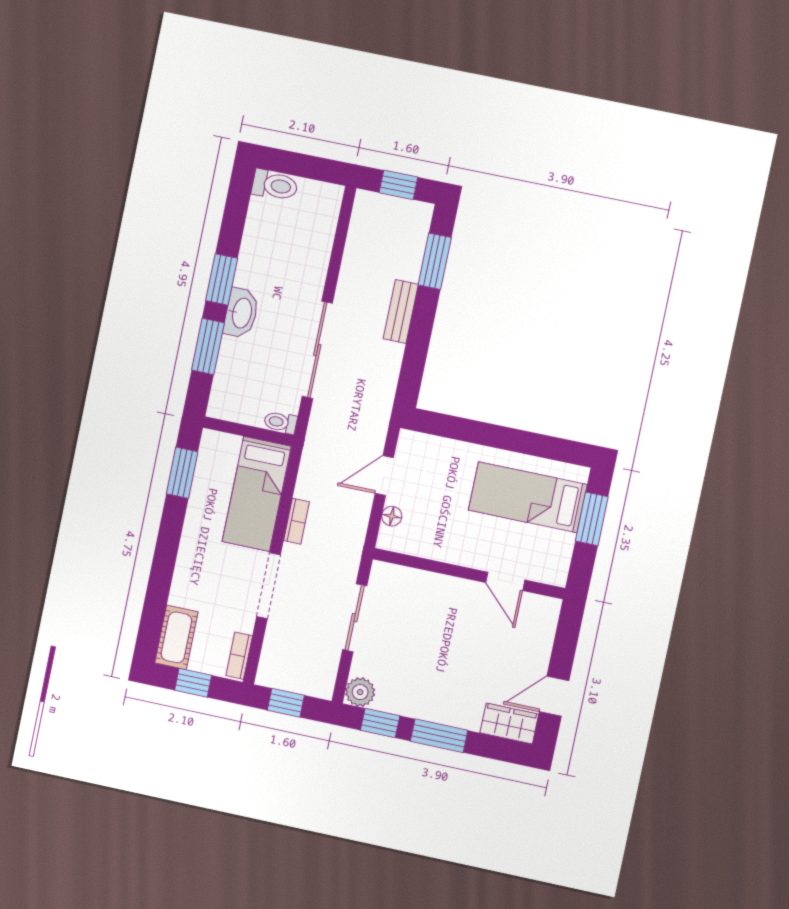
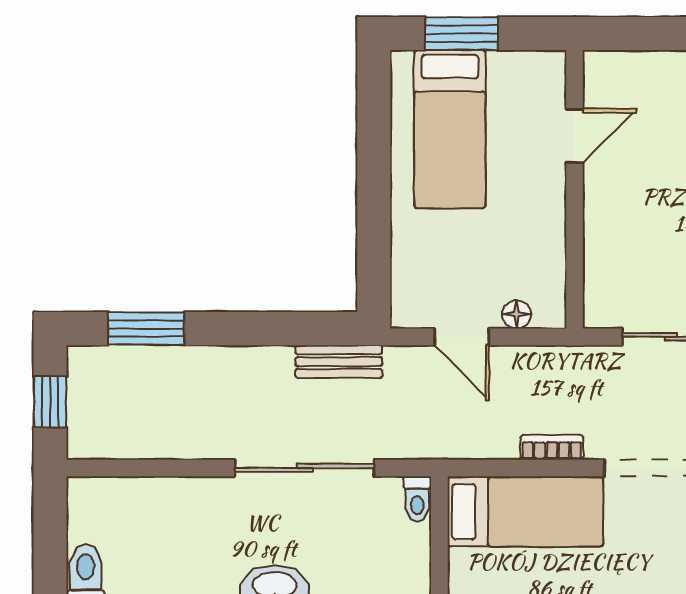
bench: (401, 312) -> (339, 362), moved

